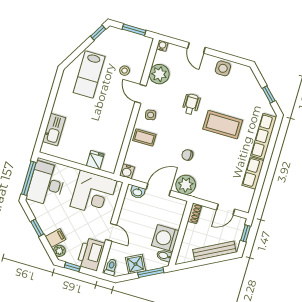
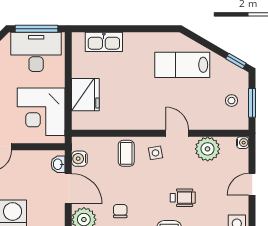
stool: (125, 71) -> (232, 101), moved
door: (140, 94) -> (177, 133), hinge flipped
fridge: (95, 160) -> (85, 95), width x1.88, depth x1.34
water cooler: (127, 171) -> (79, 159), moved

